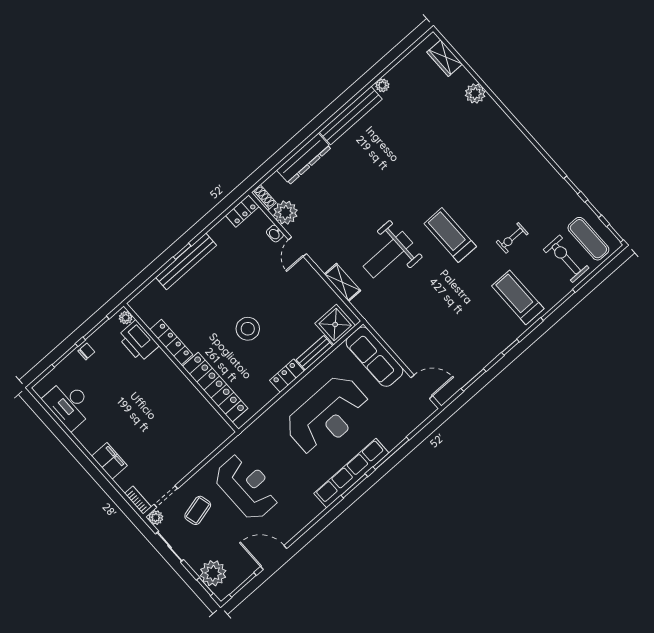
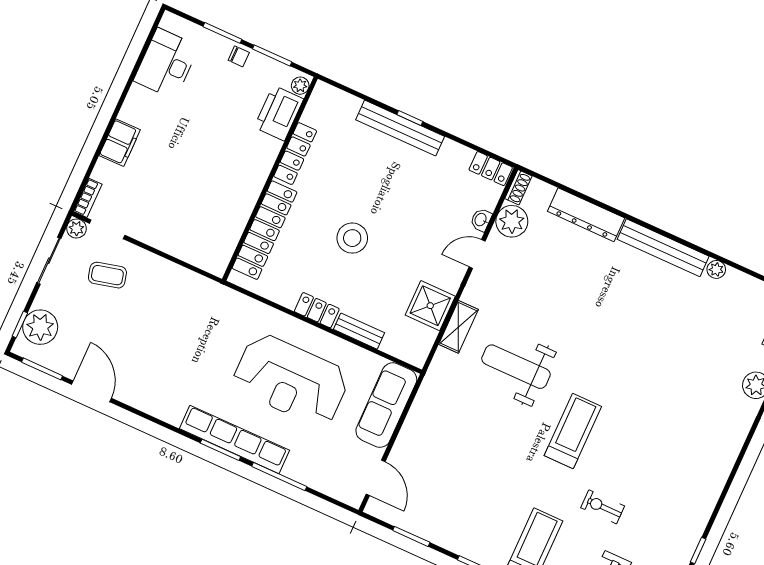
shower: (335, 324) -> (430, 306), moved
reception desk: (247, 487) -> (162, 322), removed

